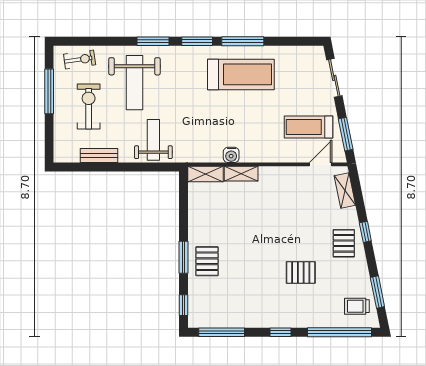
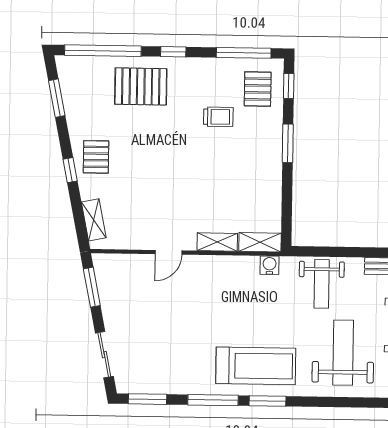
window: (153, 41) -> (148, 399), moved
treadmill: (241, 74) -> (256, 366), moved, turned 180
treadmill: (309, 127) -> (136, 296), removed
water cooler: (231, 155) -> (270, 265), moved
door: (321, 164) -> (168, 252), moved
pallet: (207, 261) -> (258, 89), moved
pallet: (301, 272) -> (141, 86), moved, width x1.50, depth x1.42
trolley: (357, 306) -> (218, 117), moved

